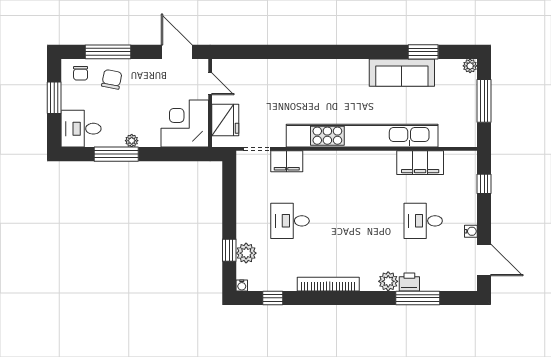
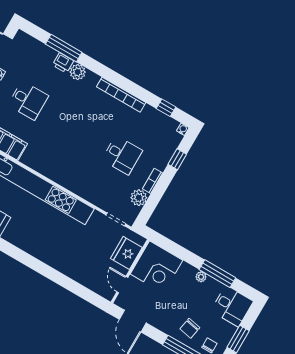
filing cabinet: (287, 161) -> (100, 198), removed
bookcase: (242, 212) -> (153, 181), added
plant: (246, 253) -> (139, 198), moved

